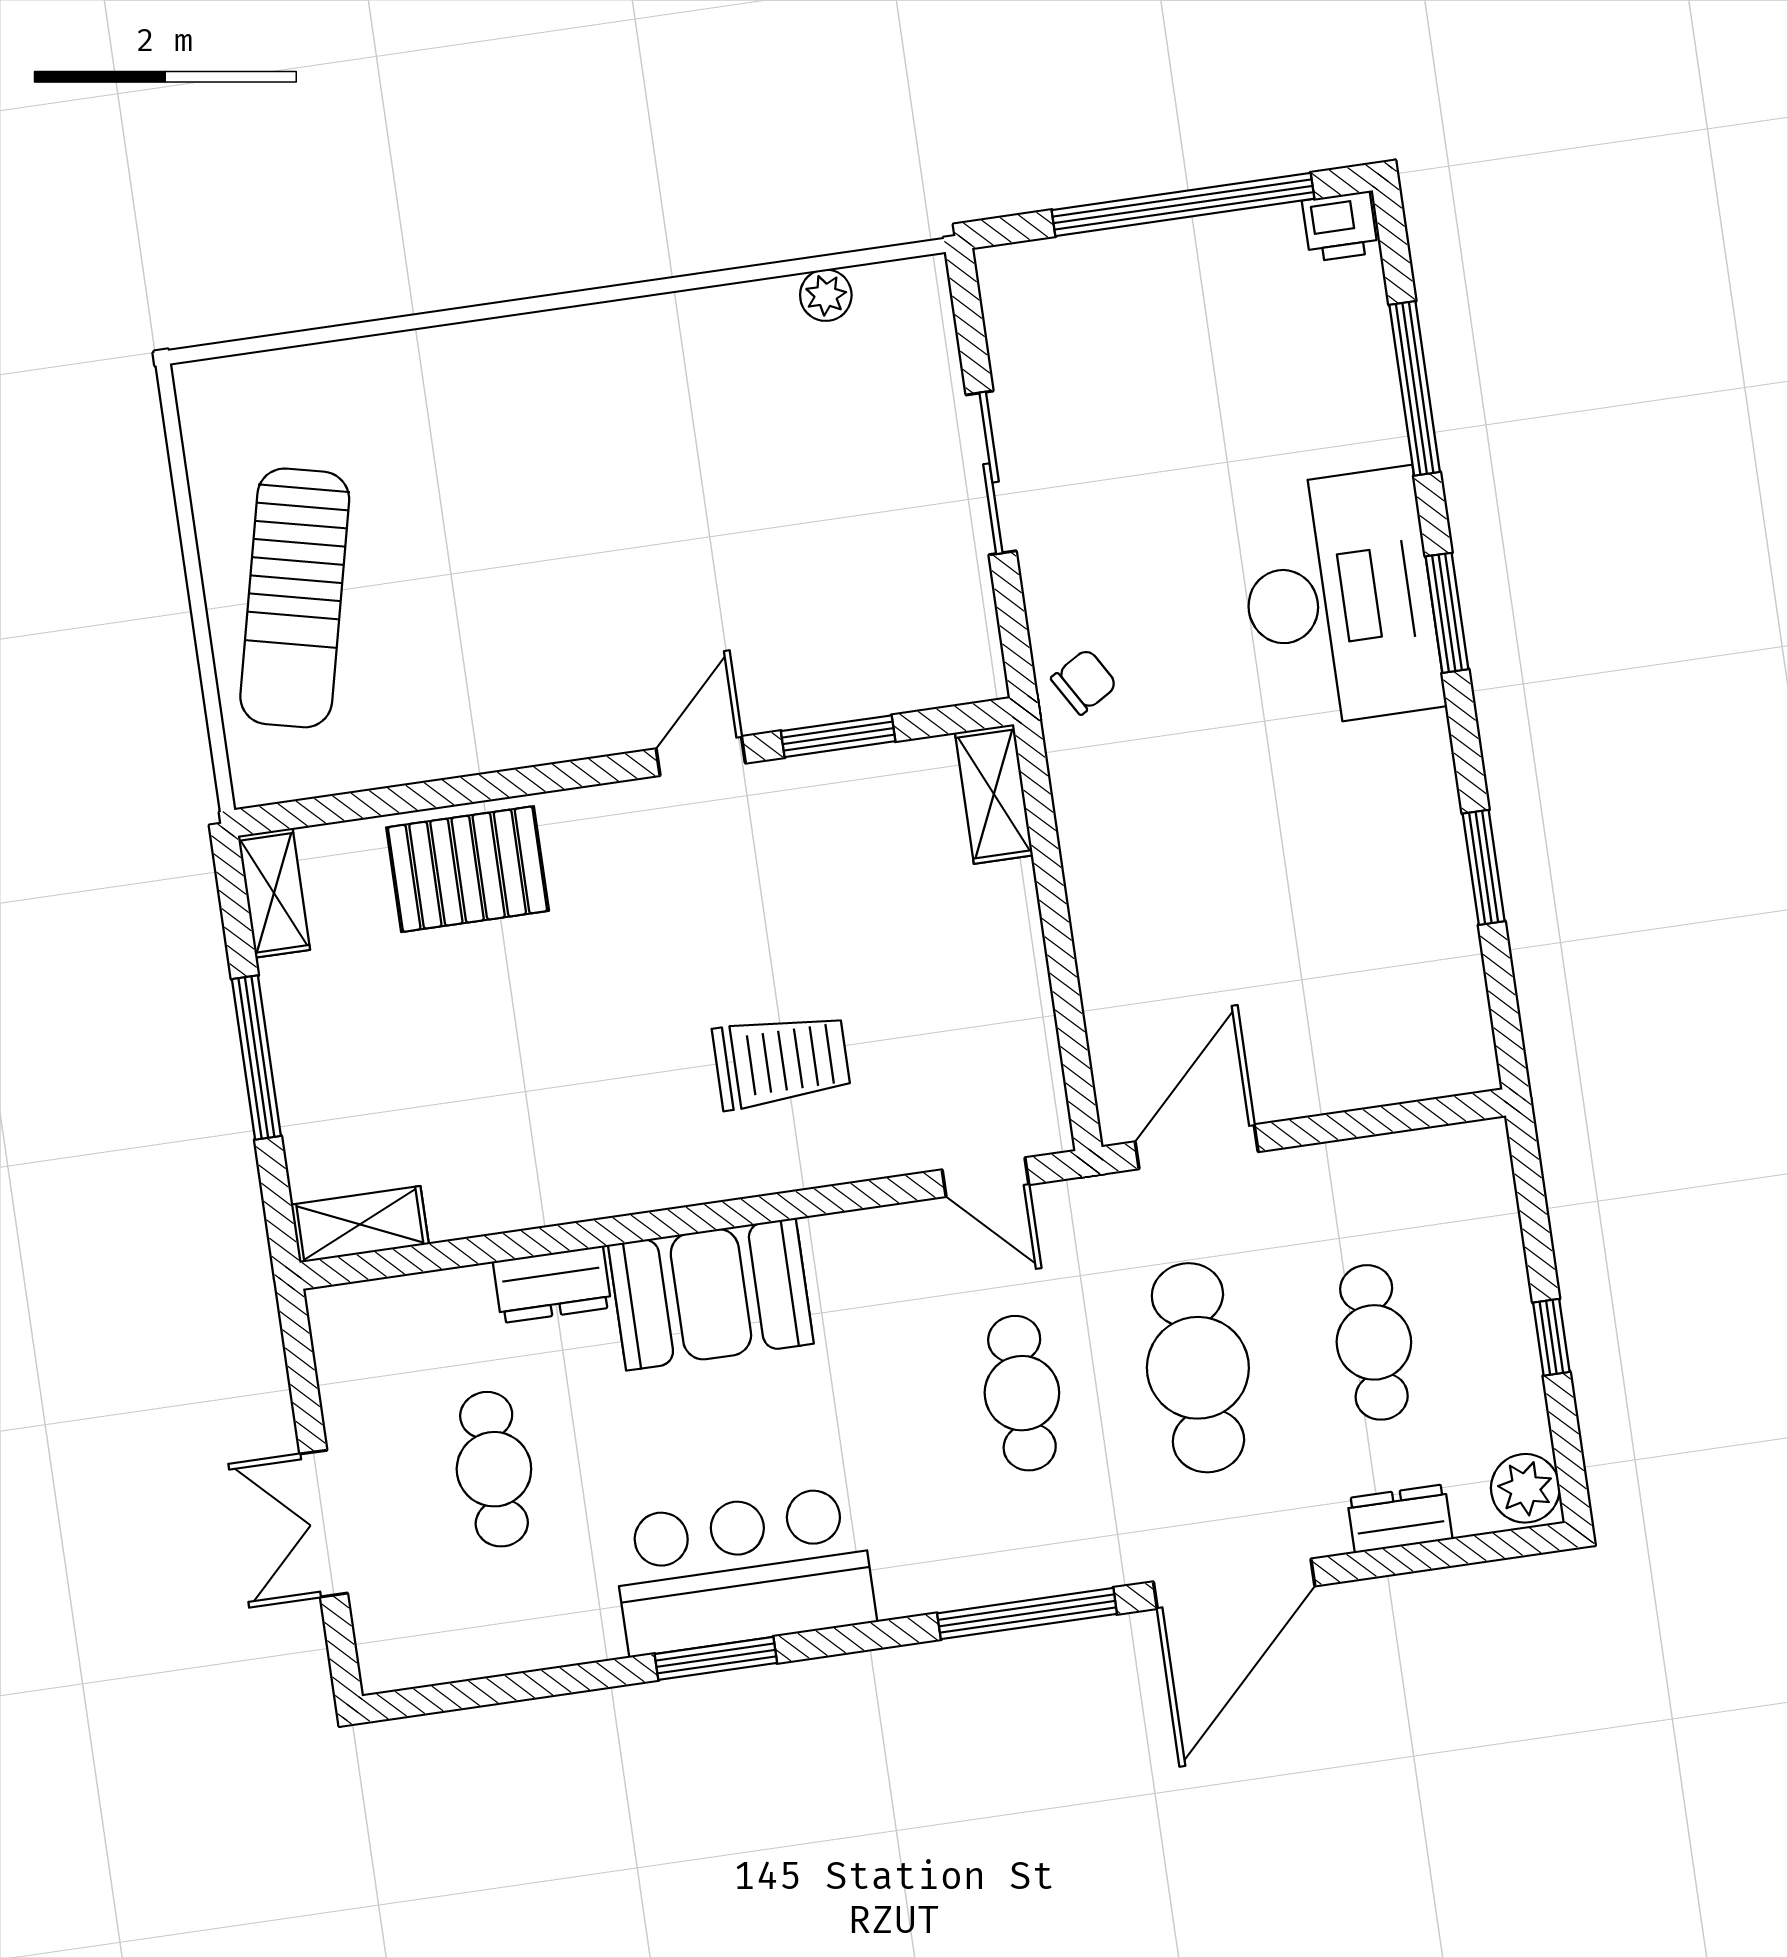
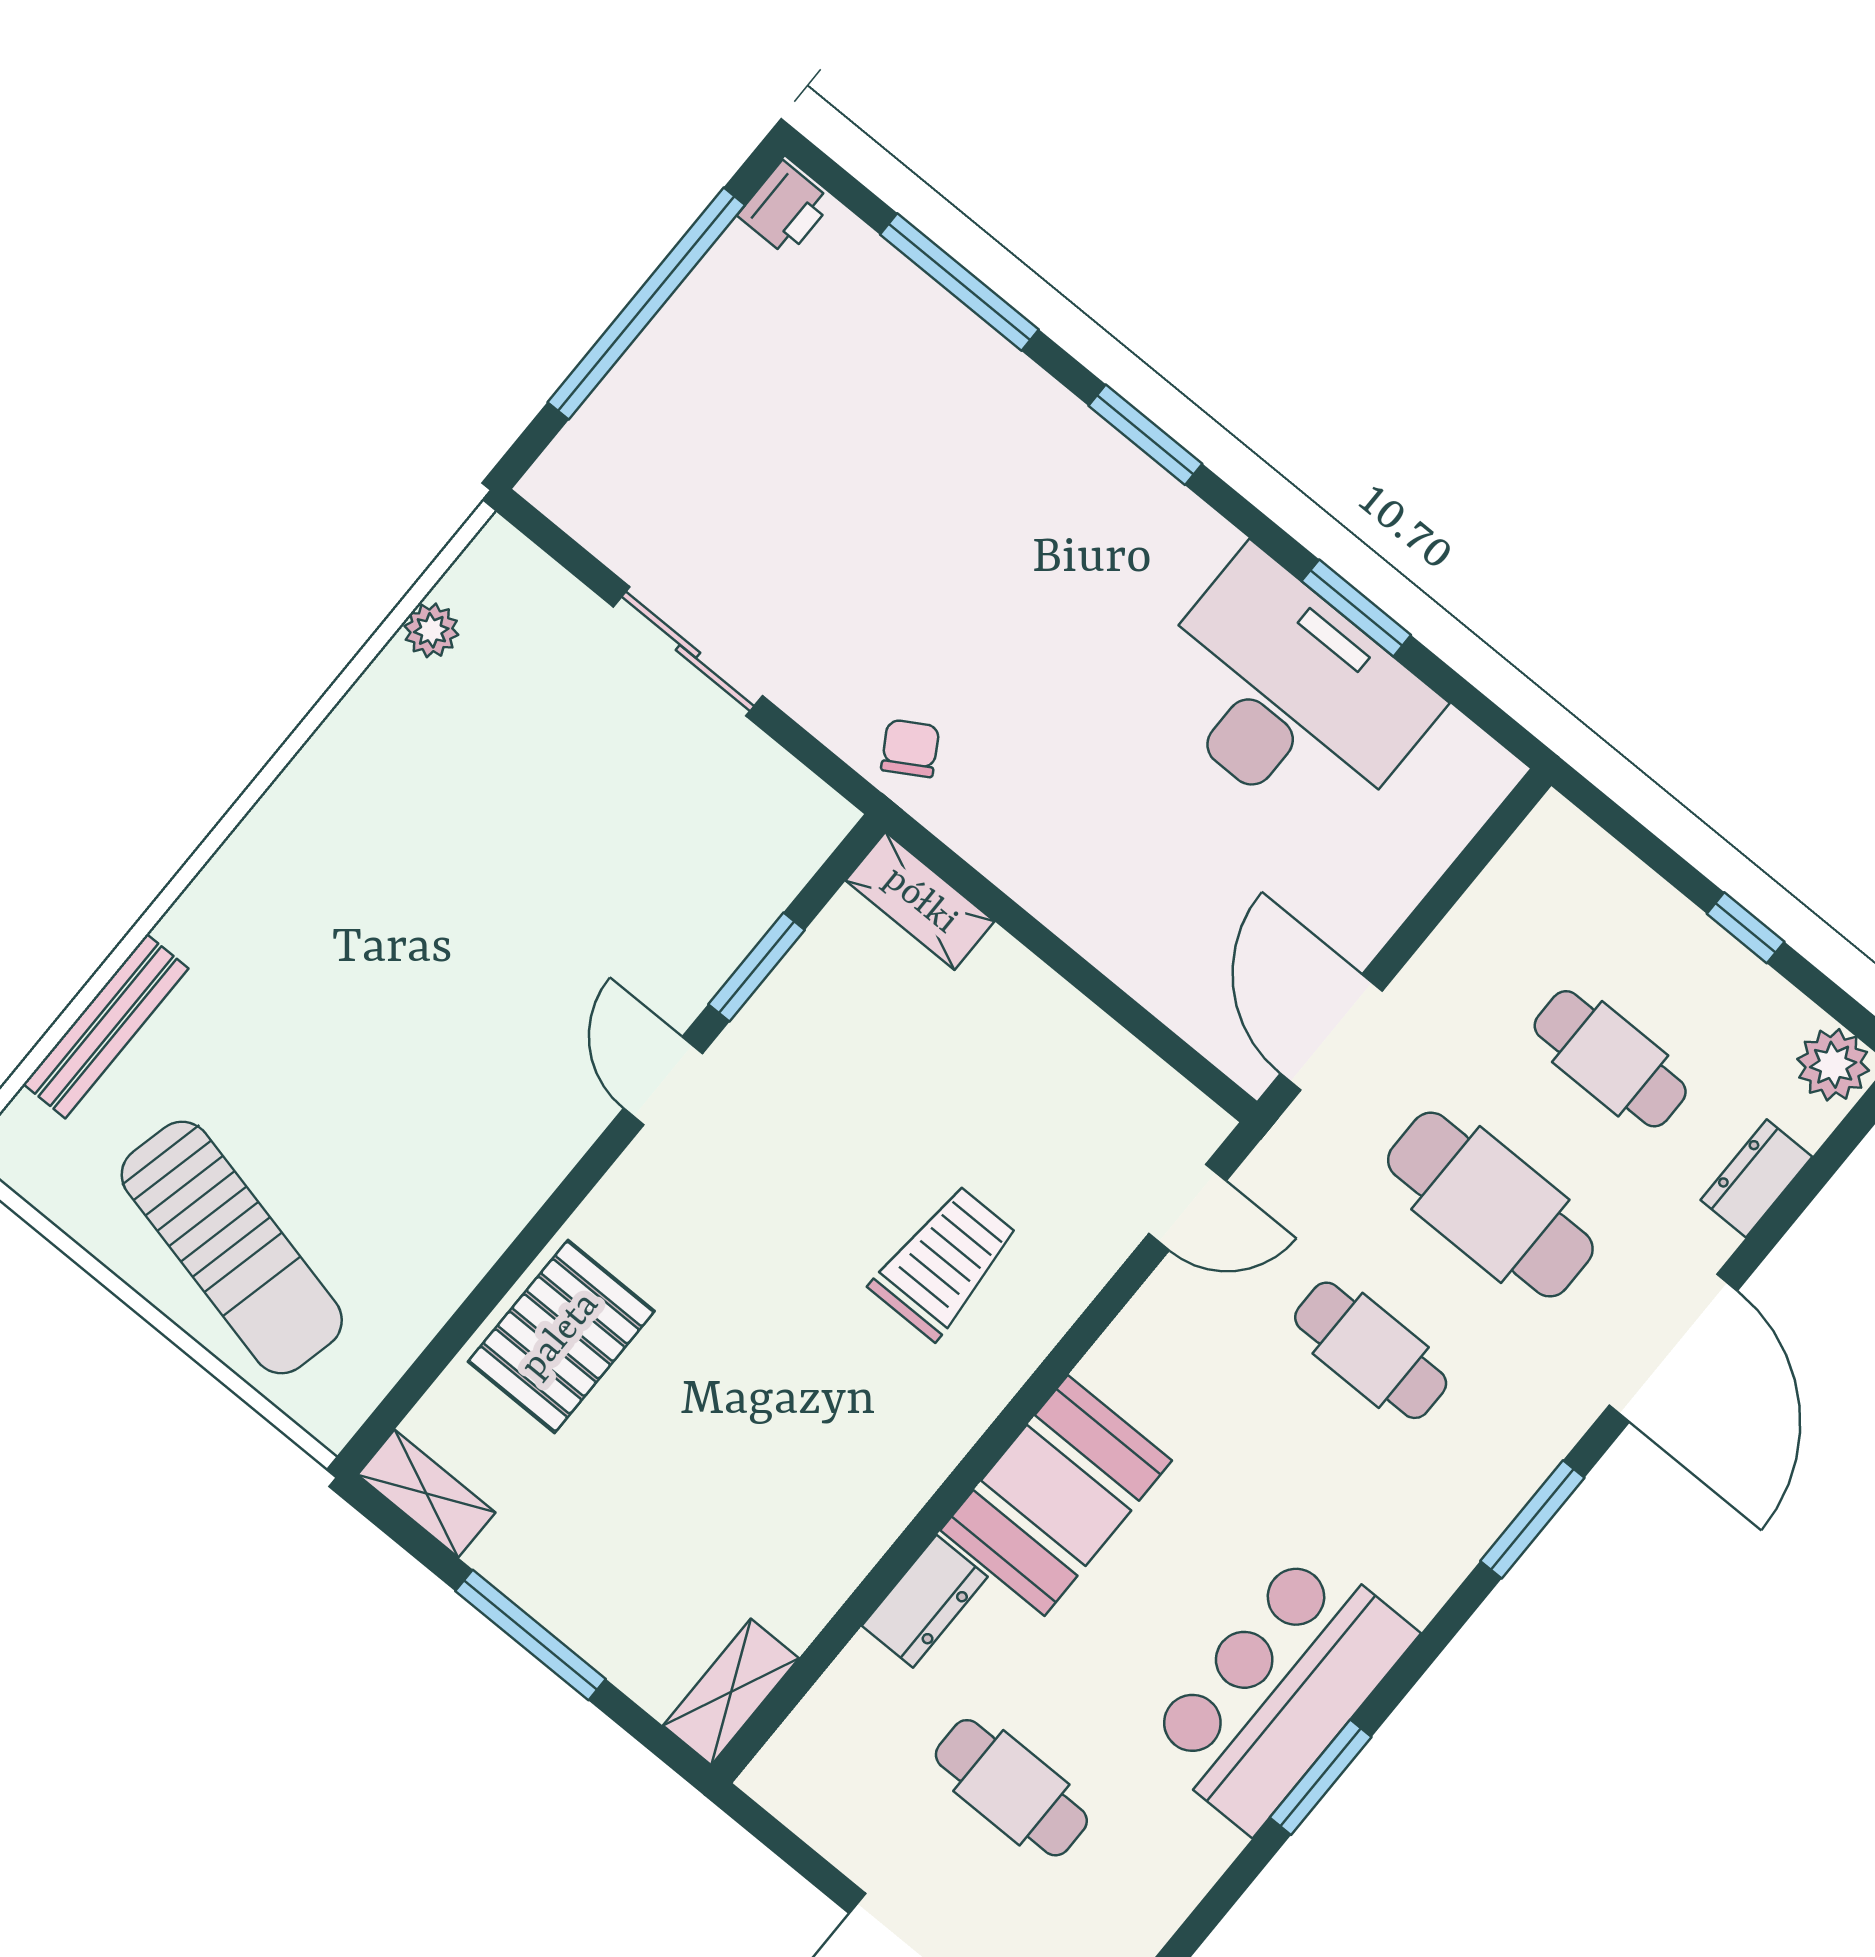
bench: (348, 364) -> (106, 1026), added
desk: (1339, 598) -> (1288, 696), moved
window: (1027, 1614) -> (1532, 1519), width x0.69

